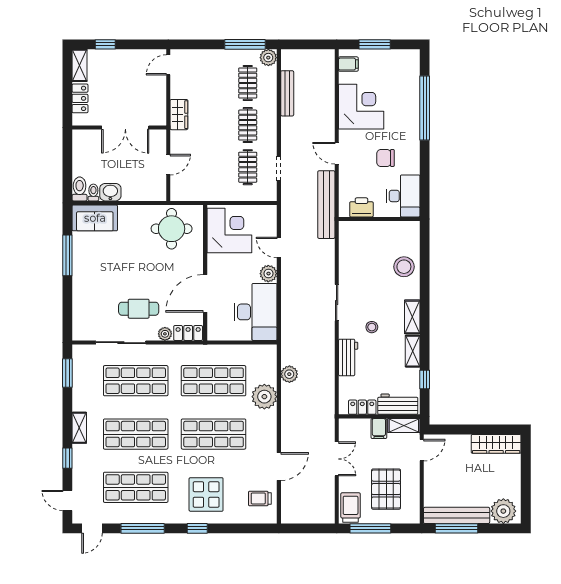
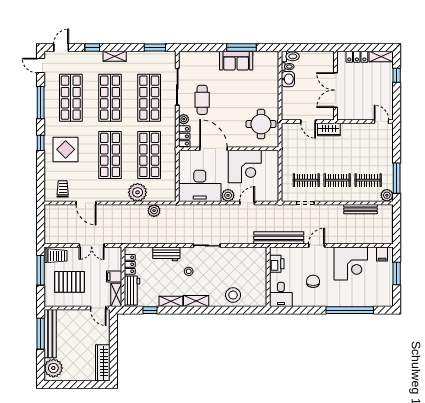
wardrobe: (179, 115) -> (329, 129), moved
desk: (403, 196) -> (281, 294), width x0.73
sofa: (95, 218) -> (236, 61), moved, turned -90
corner desk: (229, 231) -> (245, 167), moved

